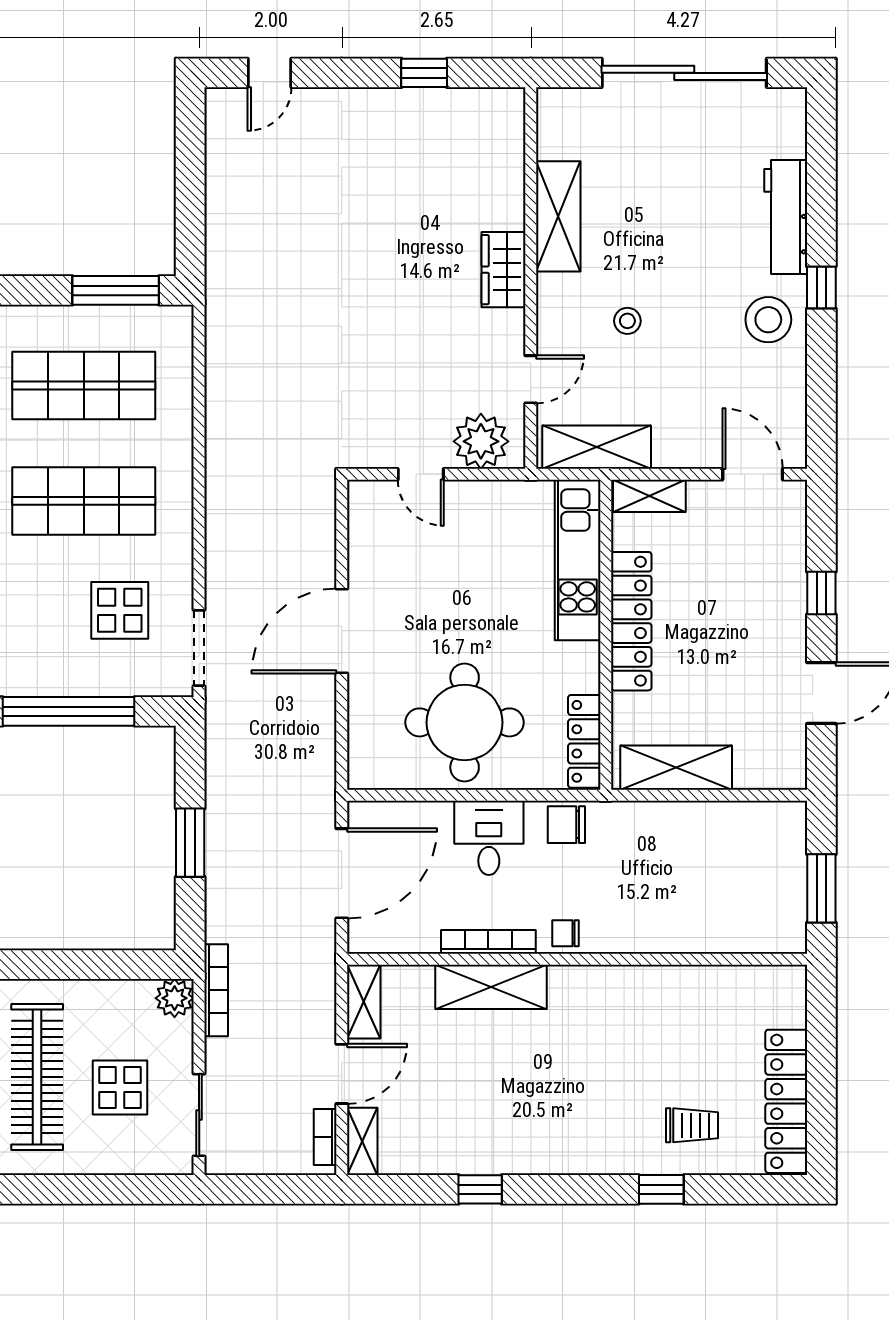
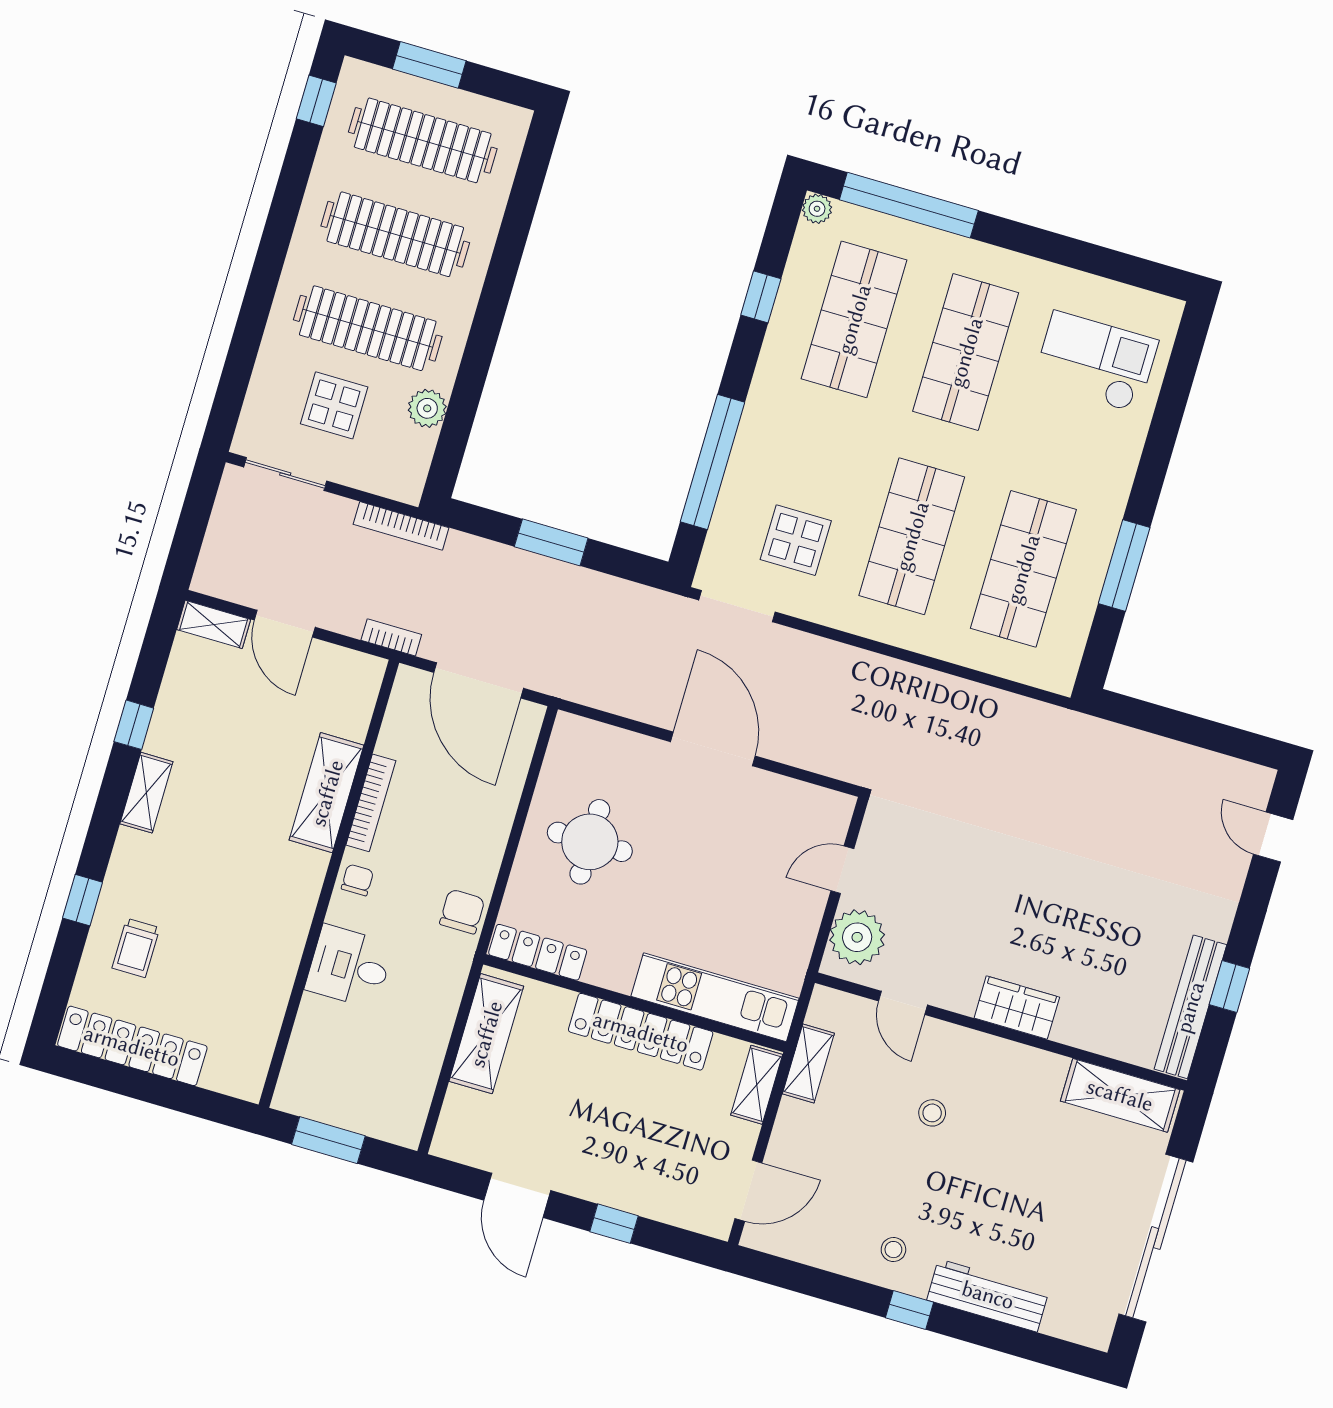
bench: (454, 104) -> (1190, 1007), added
shelving: (558, 216) -> (1120, 1095), moved
window: (116, 290) -> (1124, 565), moved
stool: (768, 320) -> (893, 1250), width x0.53, depth x0.53
shelving: (597, 447) -> (808, 1063), width x0.67, depth x0.75
round table: (465, 722) -> (590, 842), width x0.73, depth x0.73
desk: (489, 838) -> (349, 967), moved, turned 180
plant: (175, 998) -> (427, 408), moved
shelving: (364, 1002) -> (146, 793), moved, turned 90
bookcase: (325, 1137) -> (391, 637), moved

